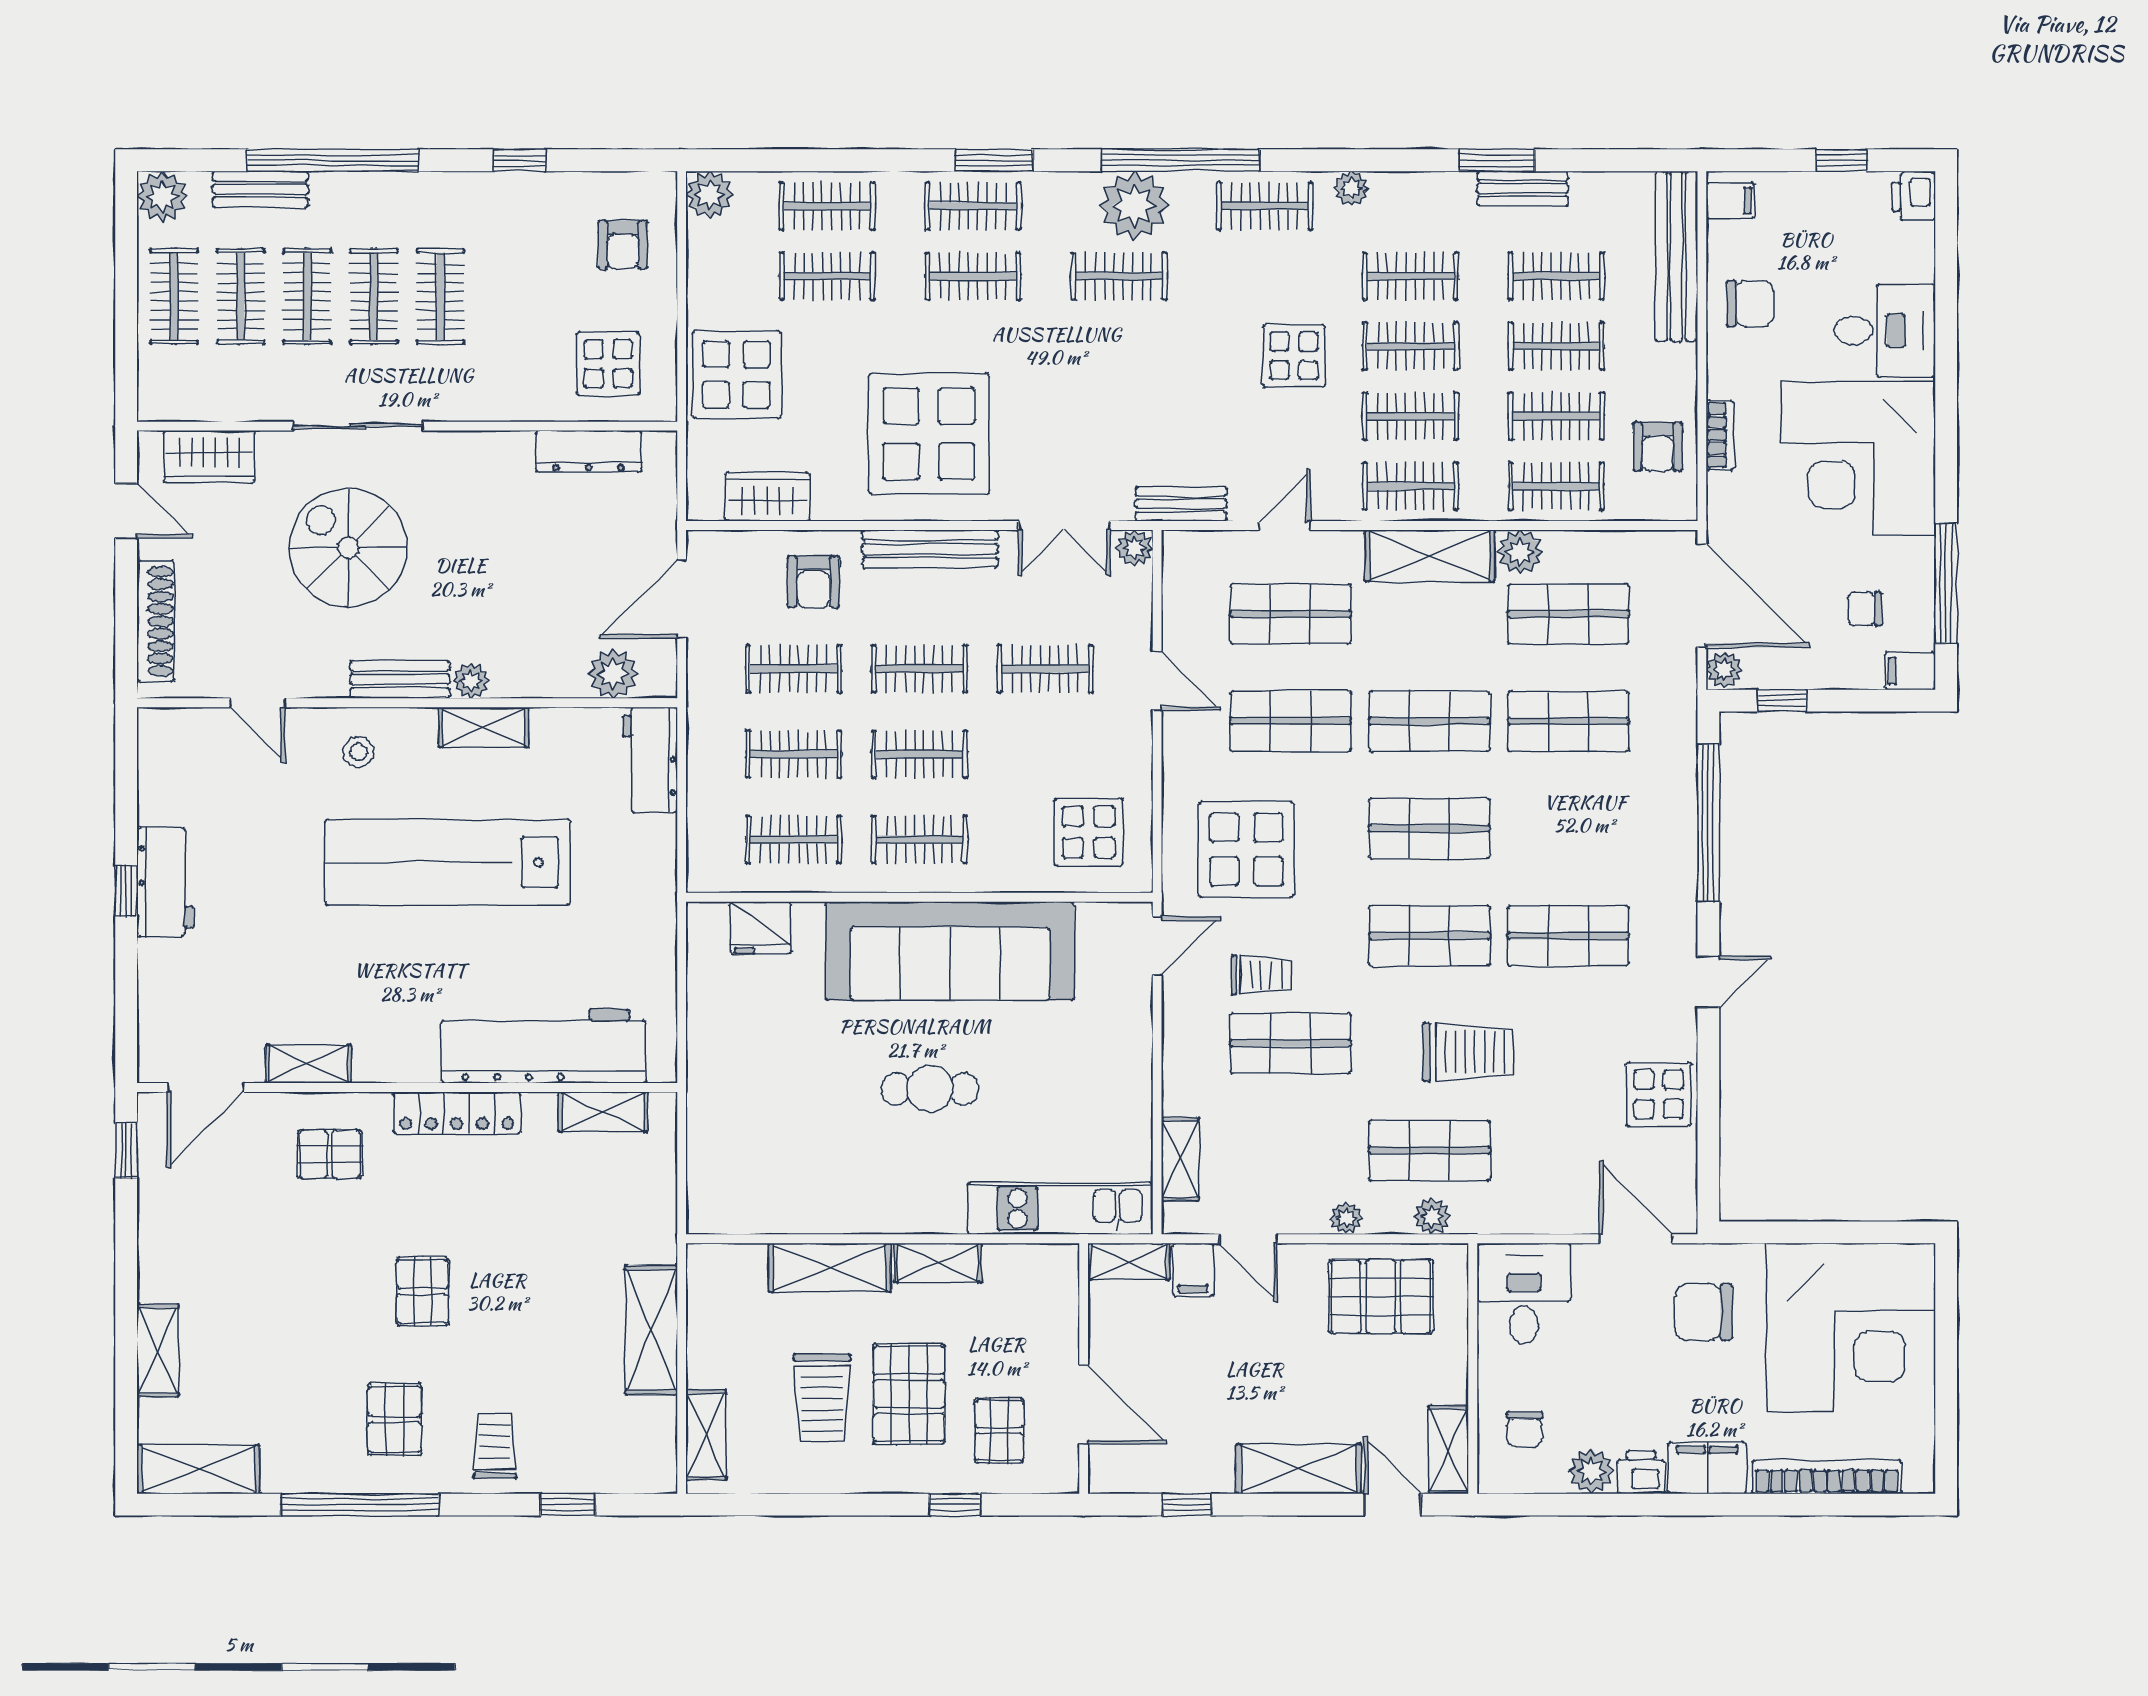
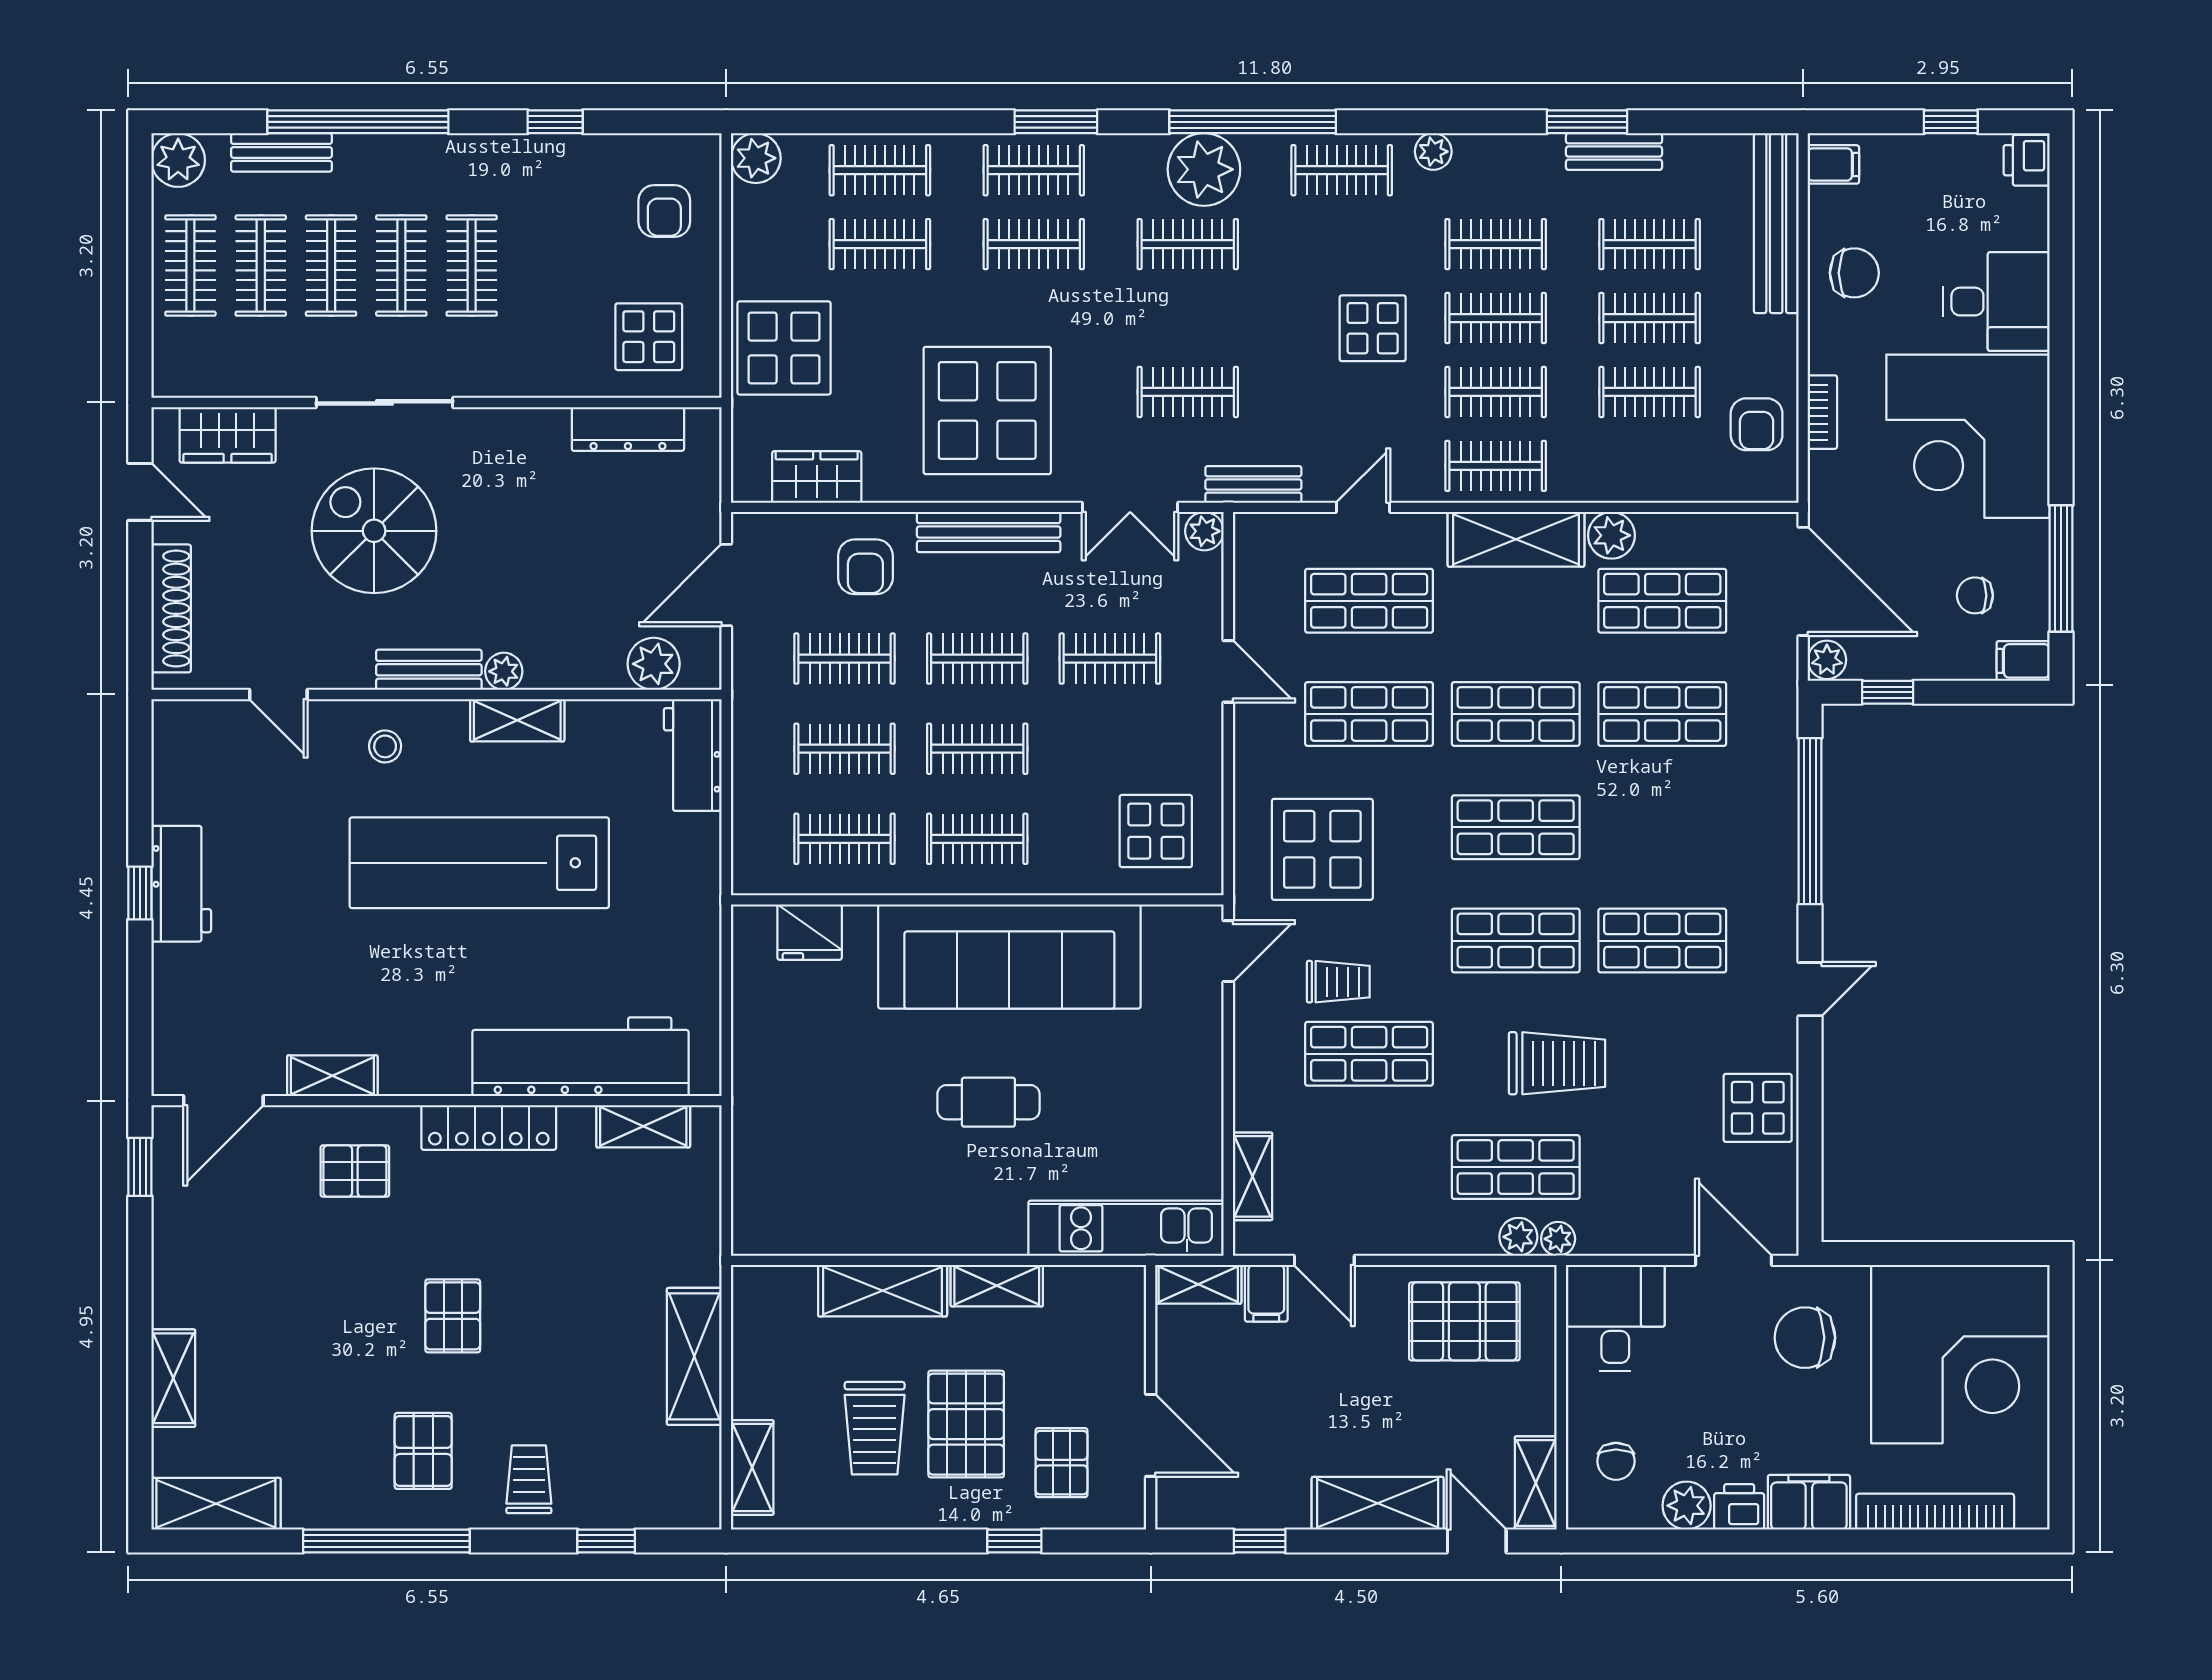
clothes rail: (1556, 486) -> (1188, 392), moved
plant: (1346, 1218) -> (1558, 1239), moved

